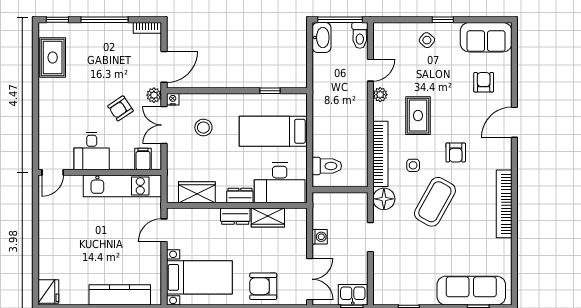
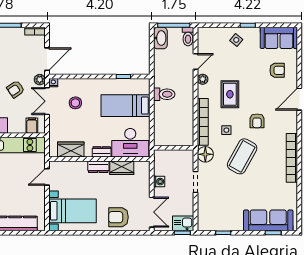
armchair: (484, 82) -> (277, 70), turned 90
toilet: (327, 166) -> (164, 94), moved

